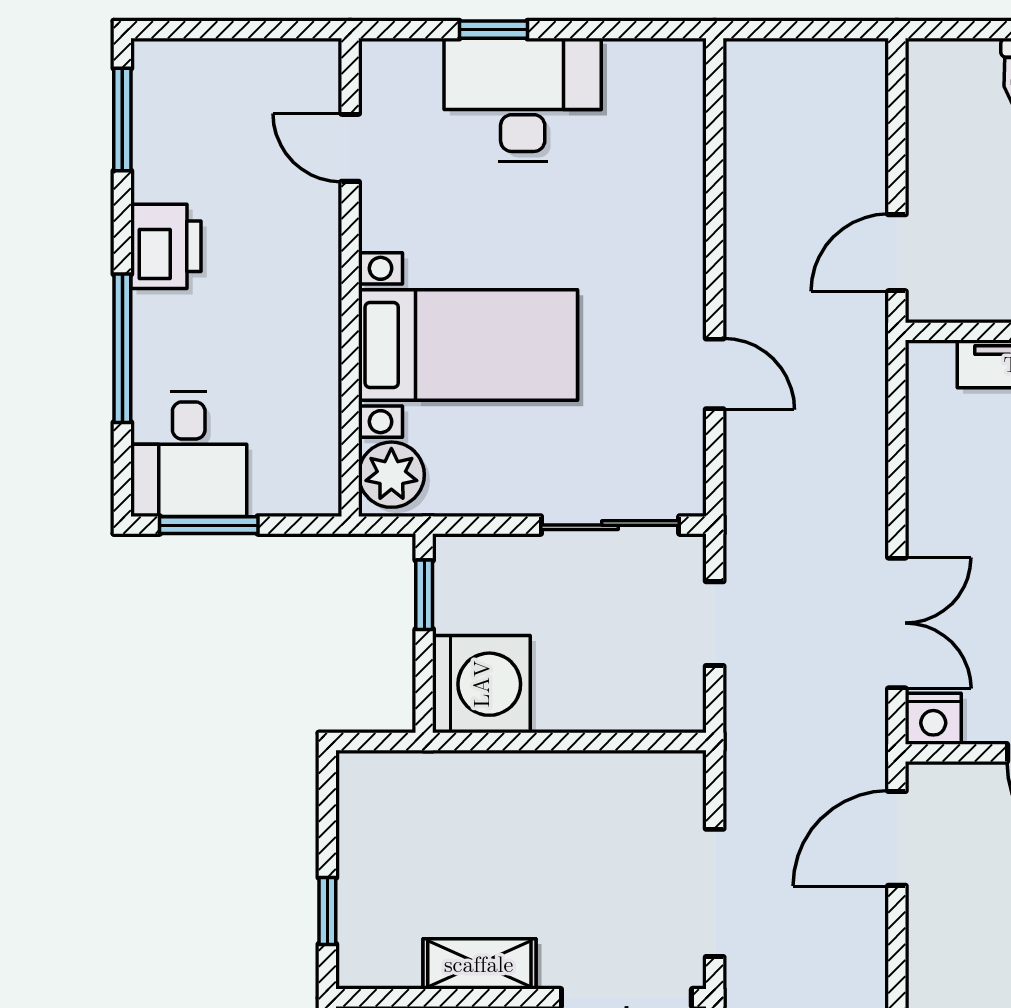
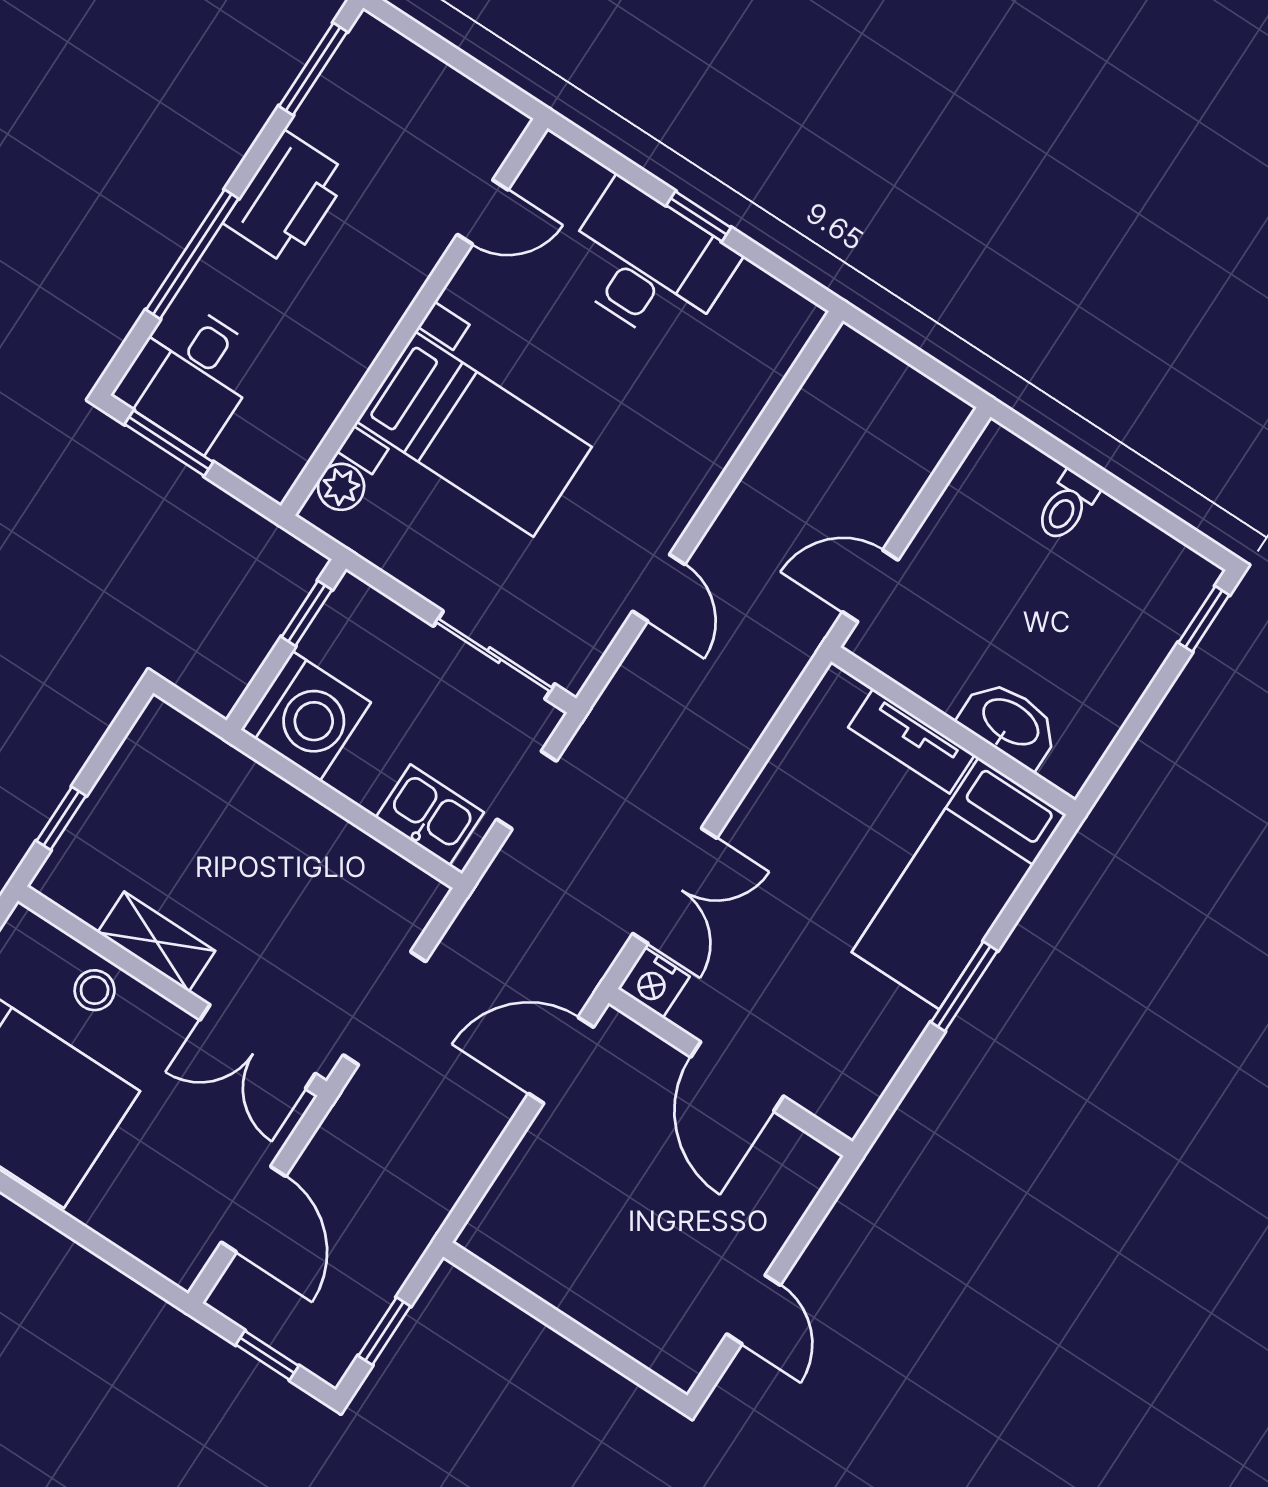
window: (493, 30) -> (699, 216), moved
door: (350, 148) -> (483, 212), swing flipped
printer: (166, 246) -> (287, 198), width x1.37, depth x1.19
plant: (391, 475) -> (341, 487), width x0.73, depth x0.73
kitchen sink: (645, 700) -> (430, 815), added

